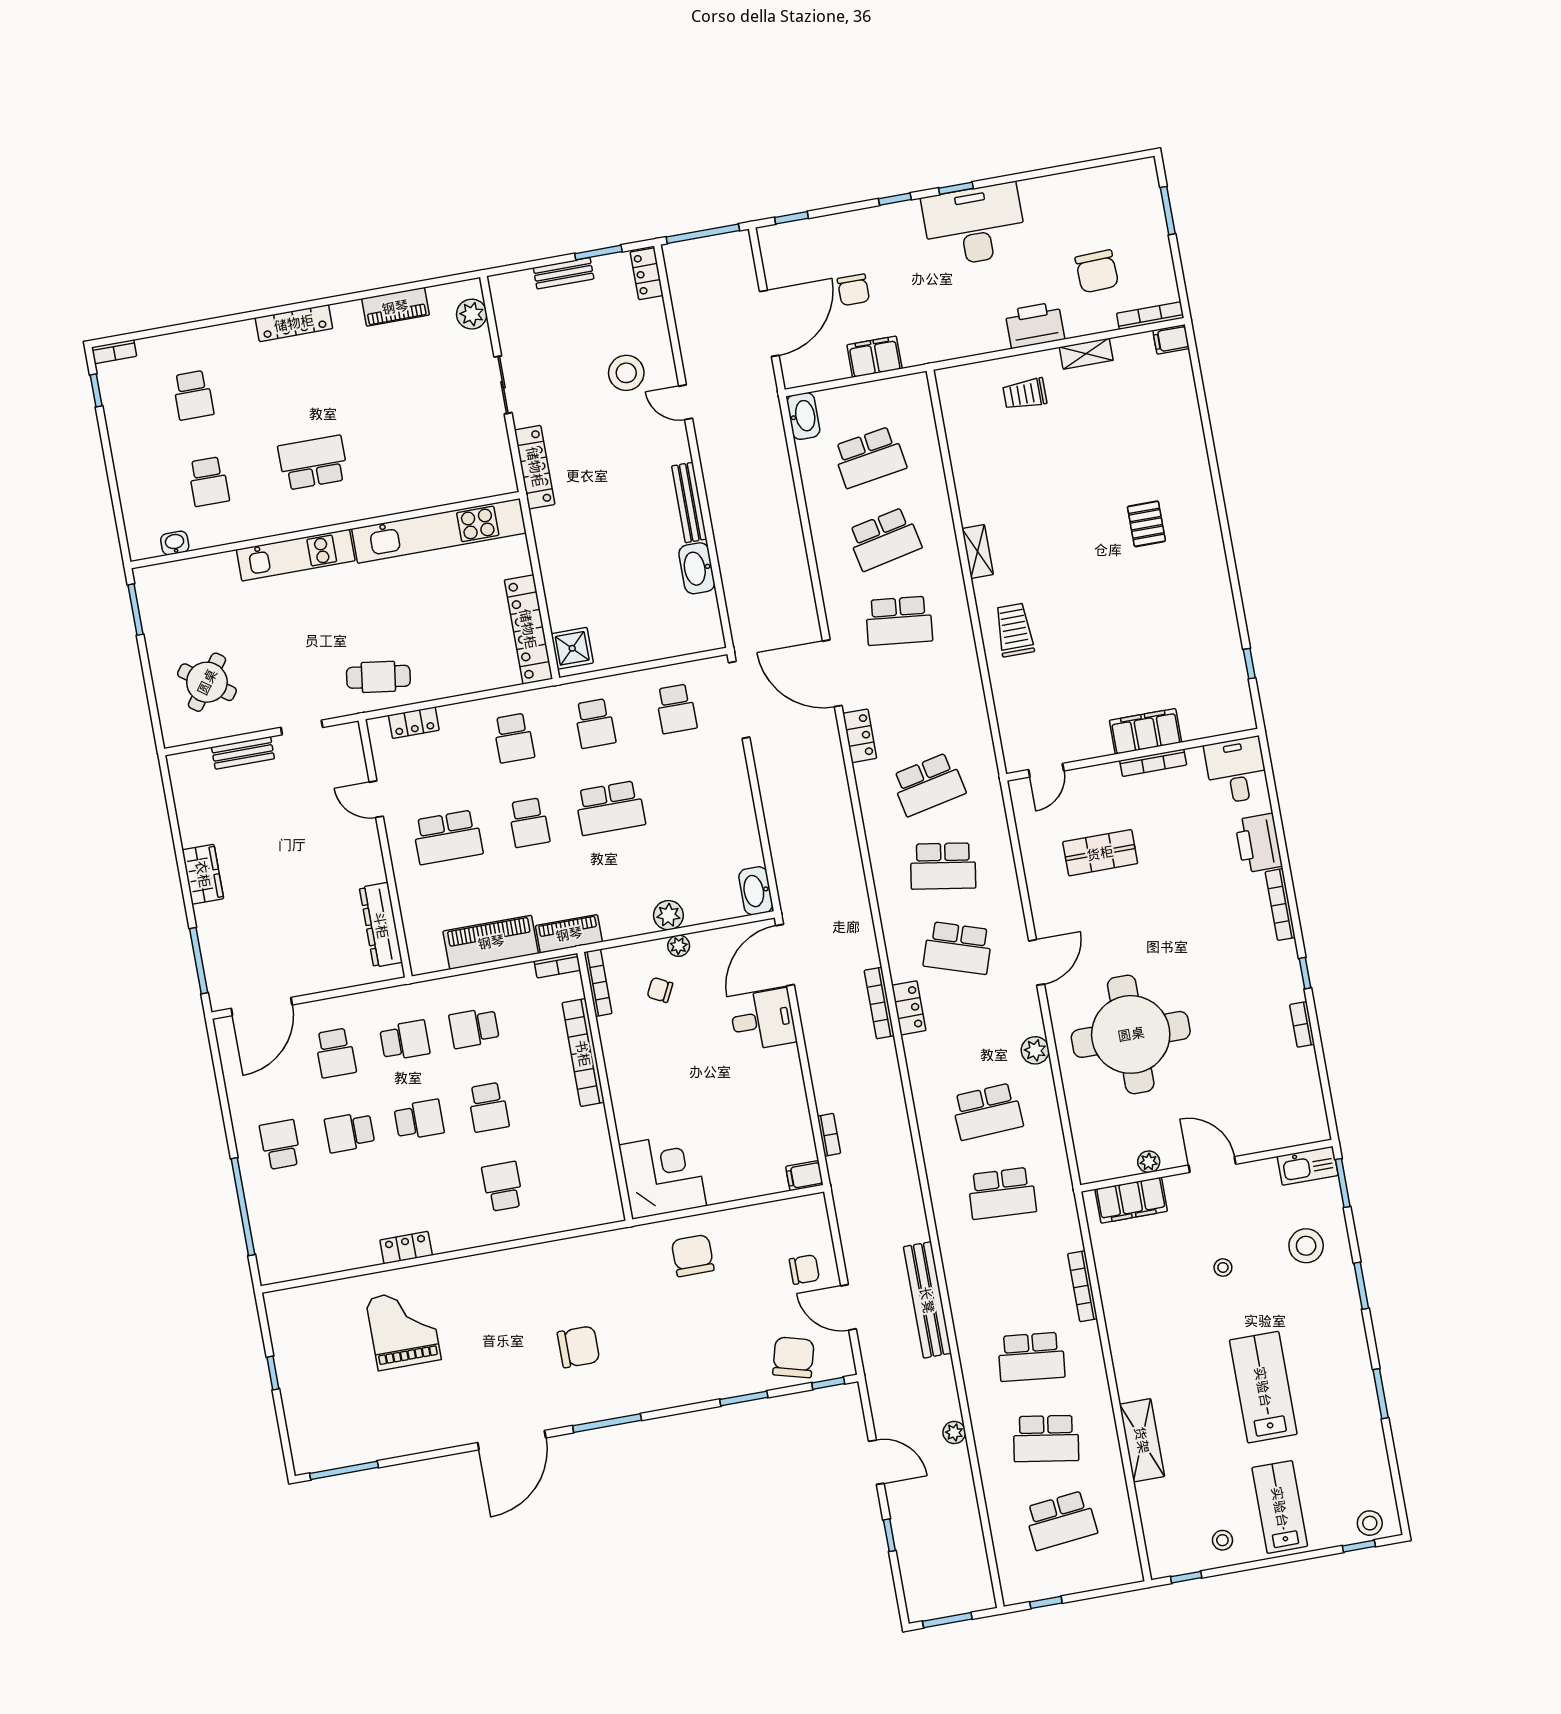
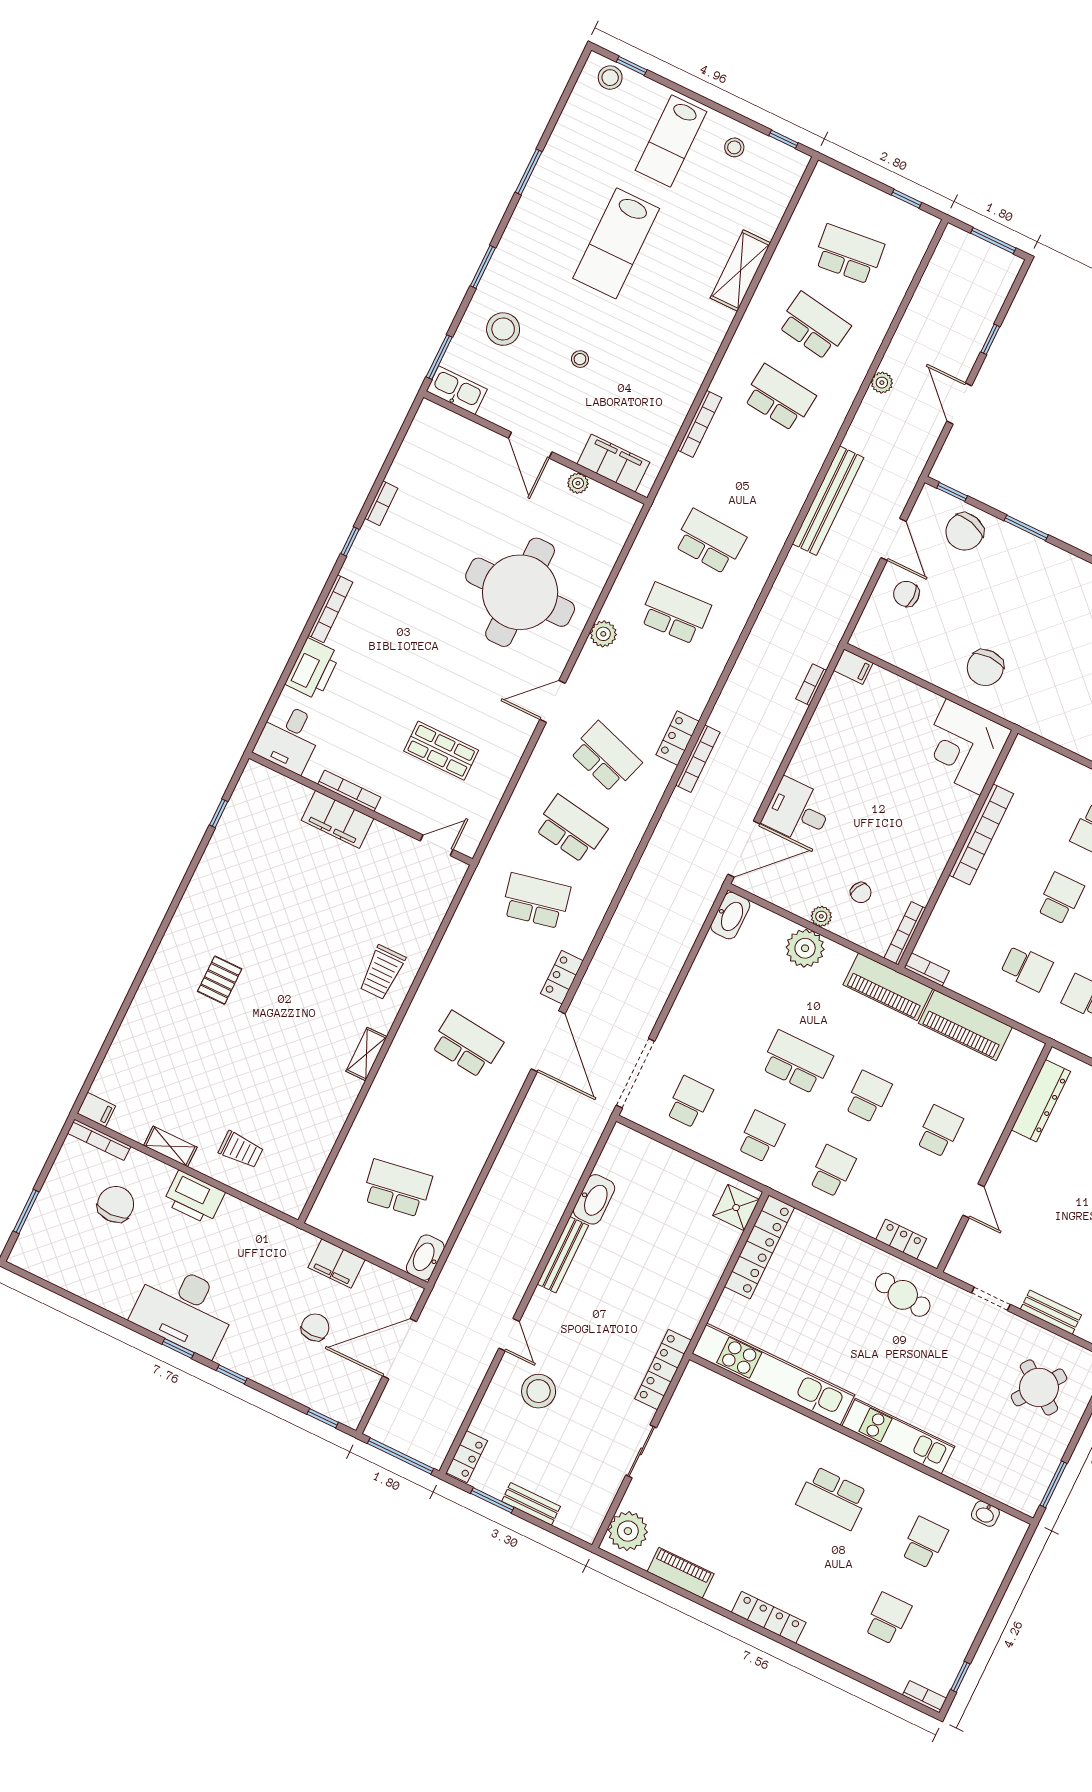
plant: (472, 314) -> (628, 1531), width x1.36, depth x1.36
school desk: (884, 539) -> (432, 1116), removed
school desk: (448, 837) -> (939, 1131), width x0.54
plant: (668, 915) -> (805, 948), width x1.36, depth x1.36
piano: (569, 934) -> (888, 987), width x1.37, depth x1.33
bookcase: (583, 1053) -> (981, 834), moved

